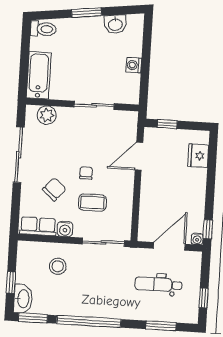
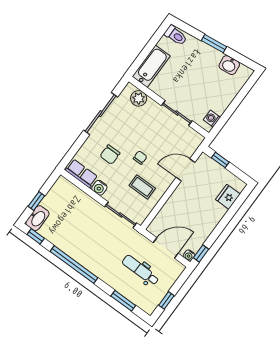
washing machine: (134, 65) -> (212, 119), moved
chair: (54, 189) -> (110, 155), turned 139
coffee table: (92, 203) -> (142, 187), moved
stool: (58, 266) -> (77, 211), removed
window: (33, 318) -> (36, 236), width x0.67

